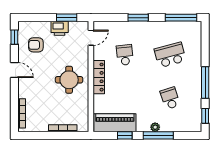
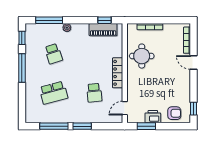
window: (181, 18) -> (54, 126), moved
armchair: (36, 45) -> (174, 113), moved
door: (14, 70) -> (193, 63), moved
round table: (69, 80) -> (142, 56), moved
piano: (115, 123) -> (103, 30), width x0.73, depth x0.75
window: (125, 135) -> (104, 20), moved
window: (158, 135) -> (49, 20), moved

